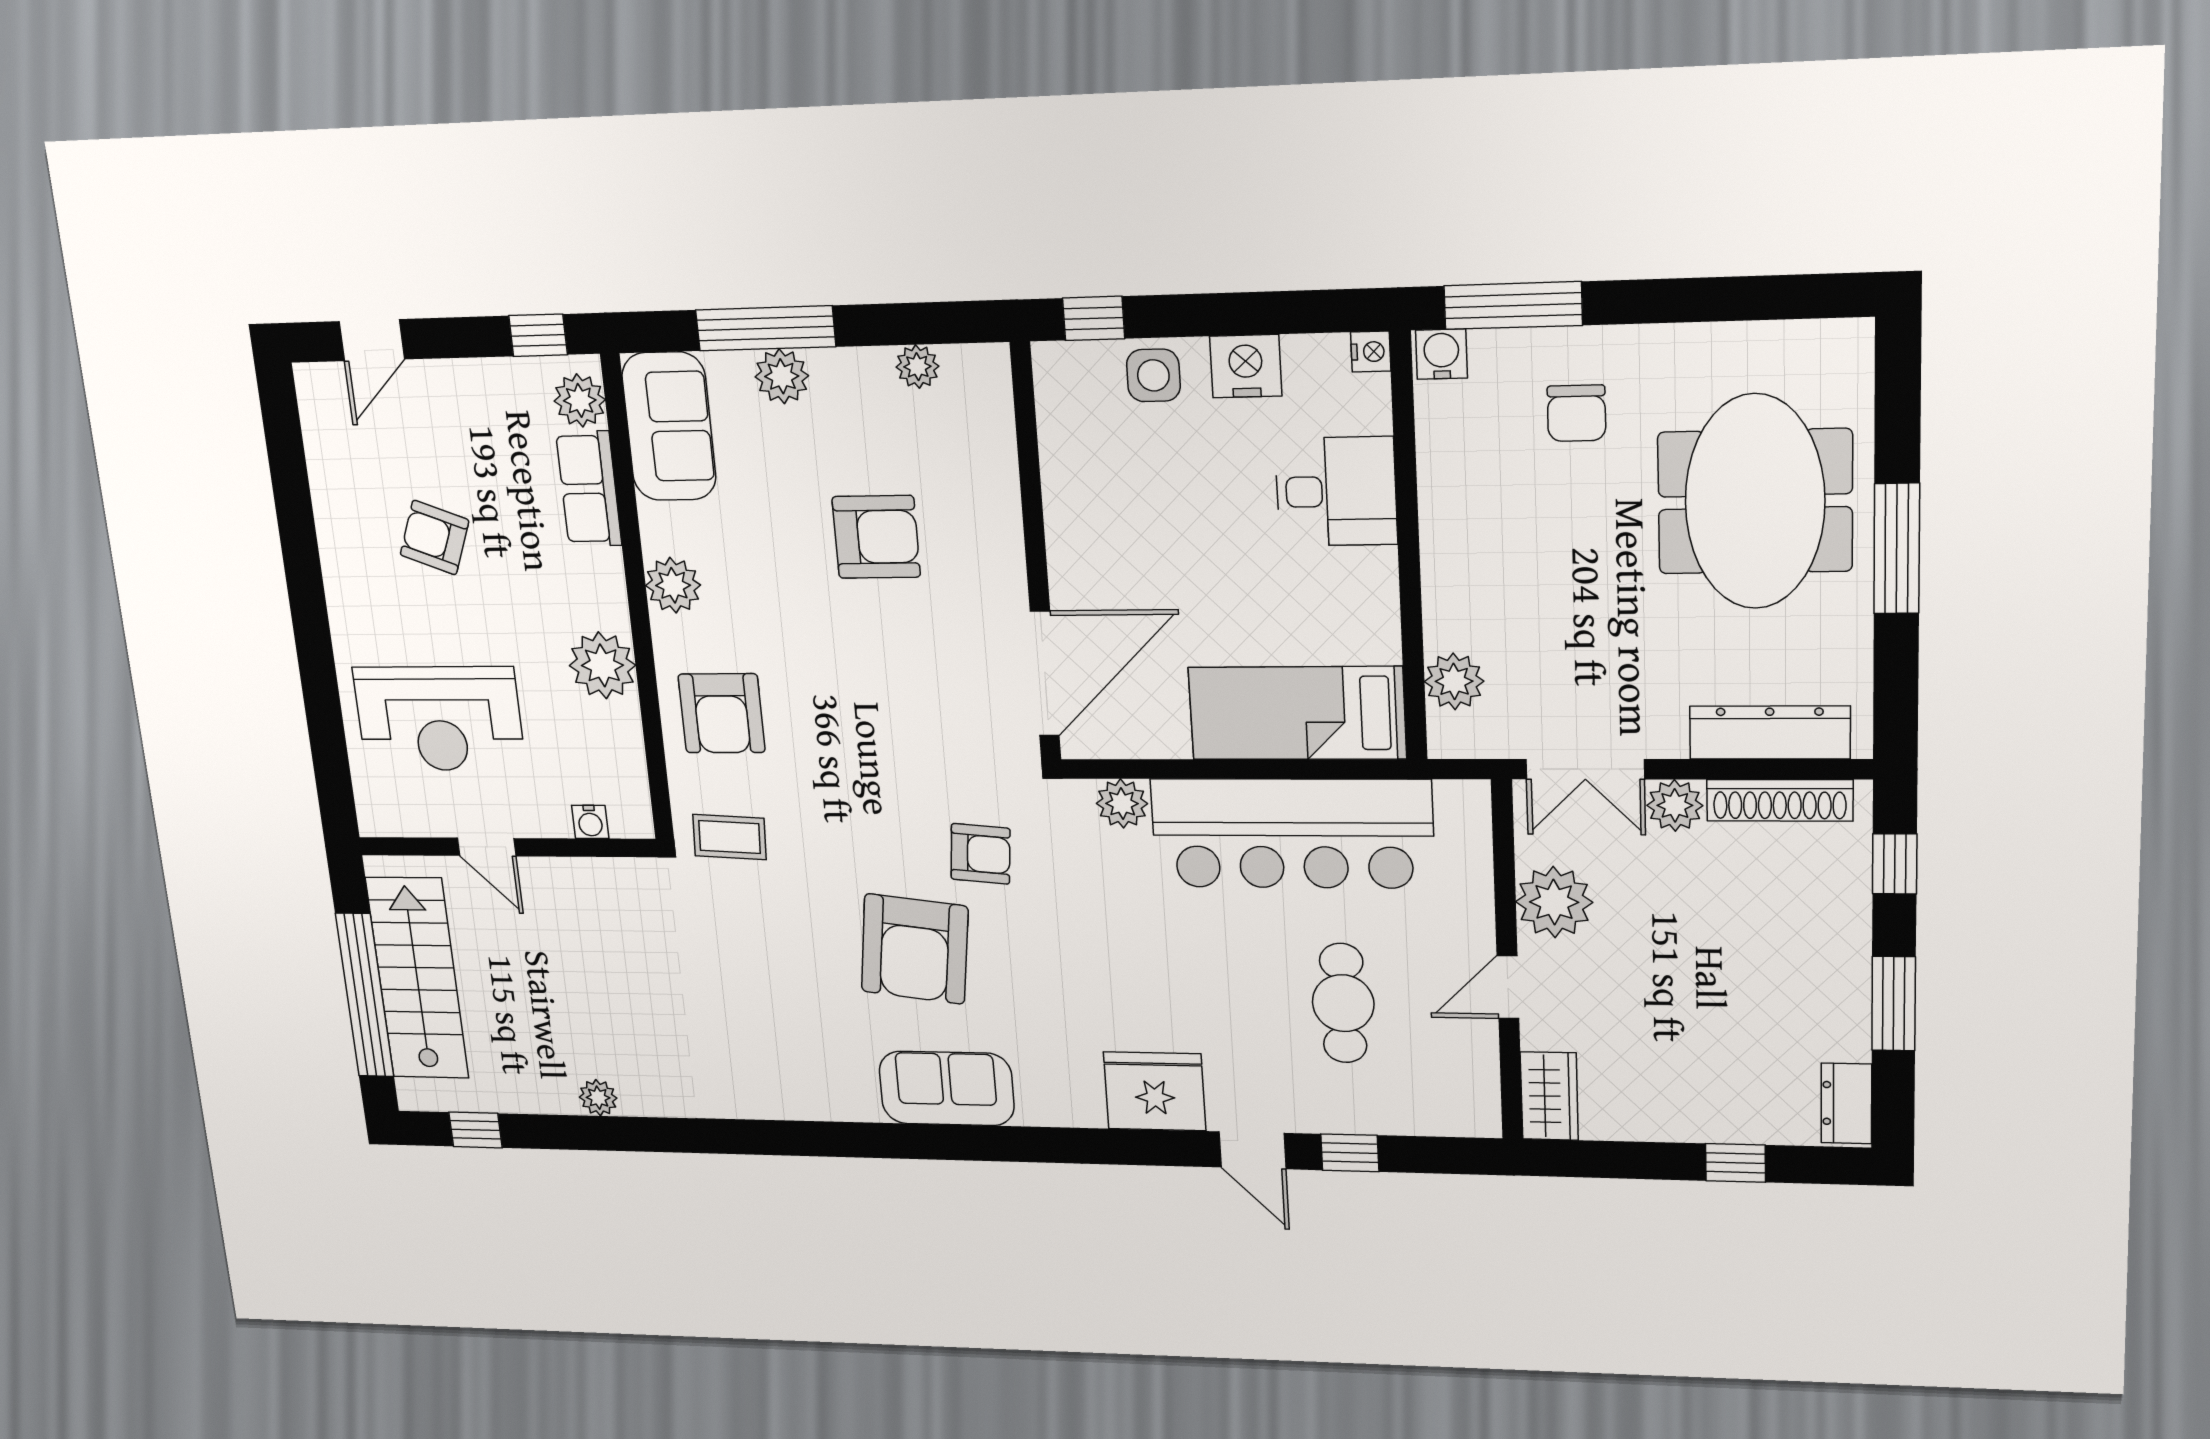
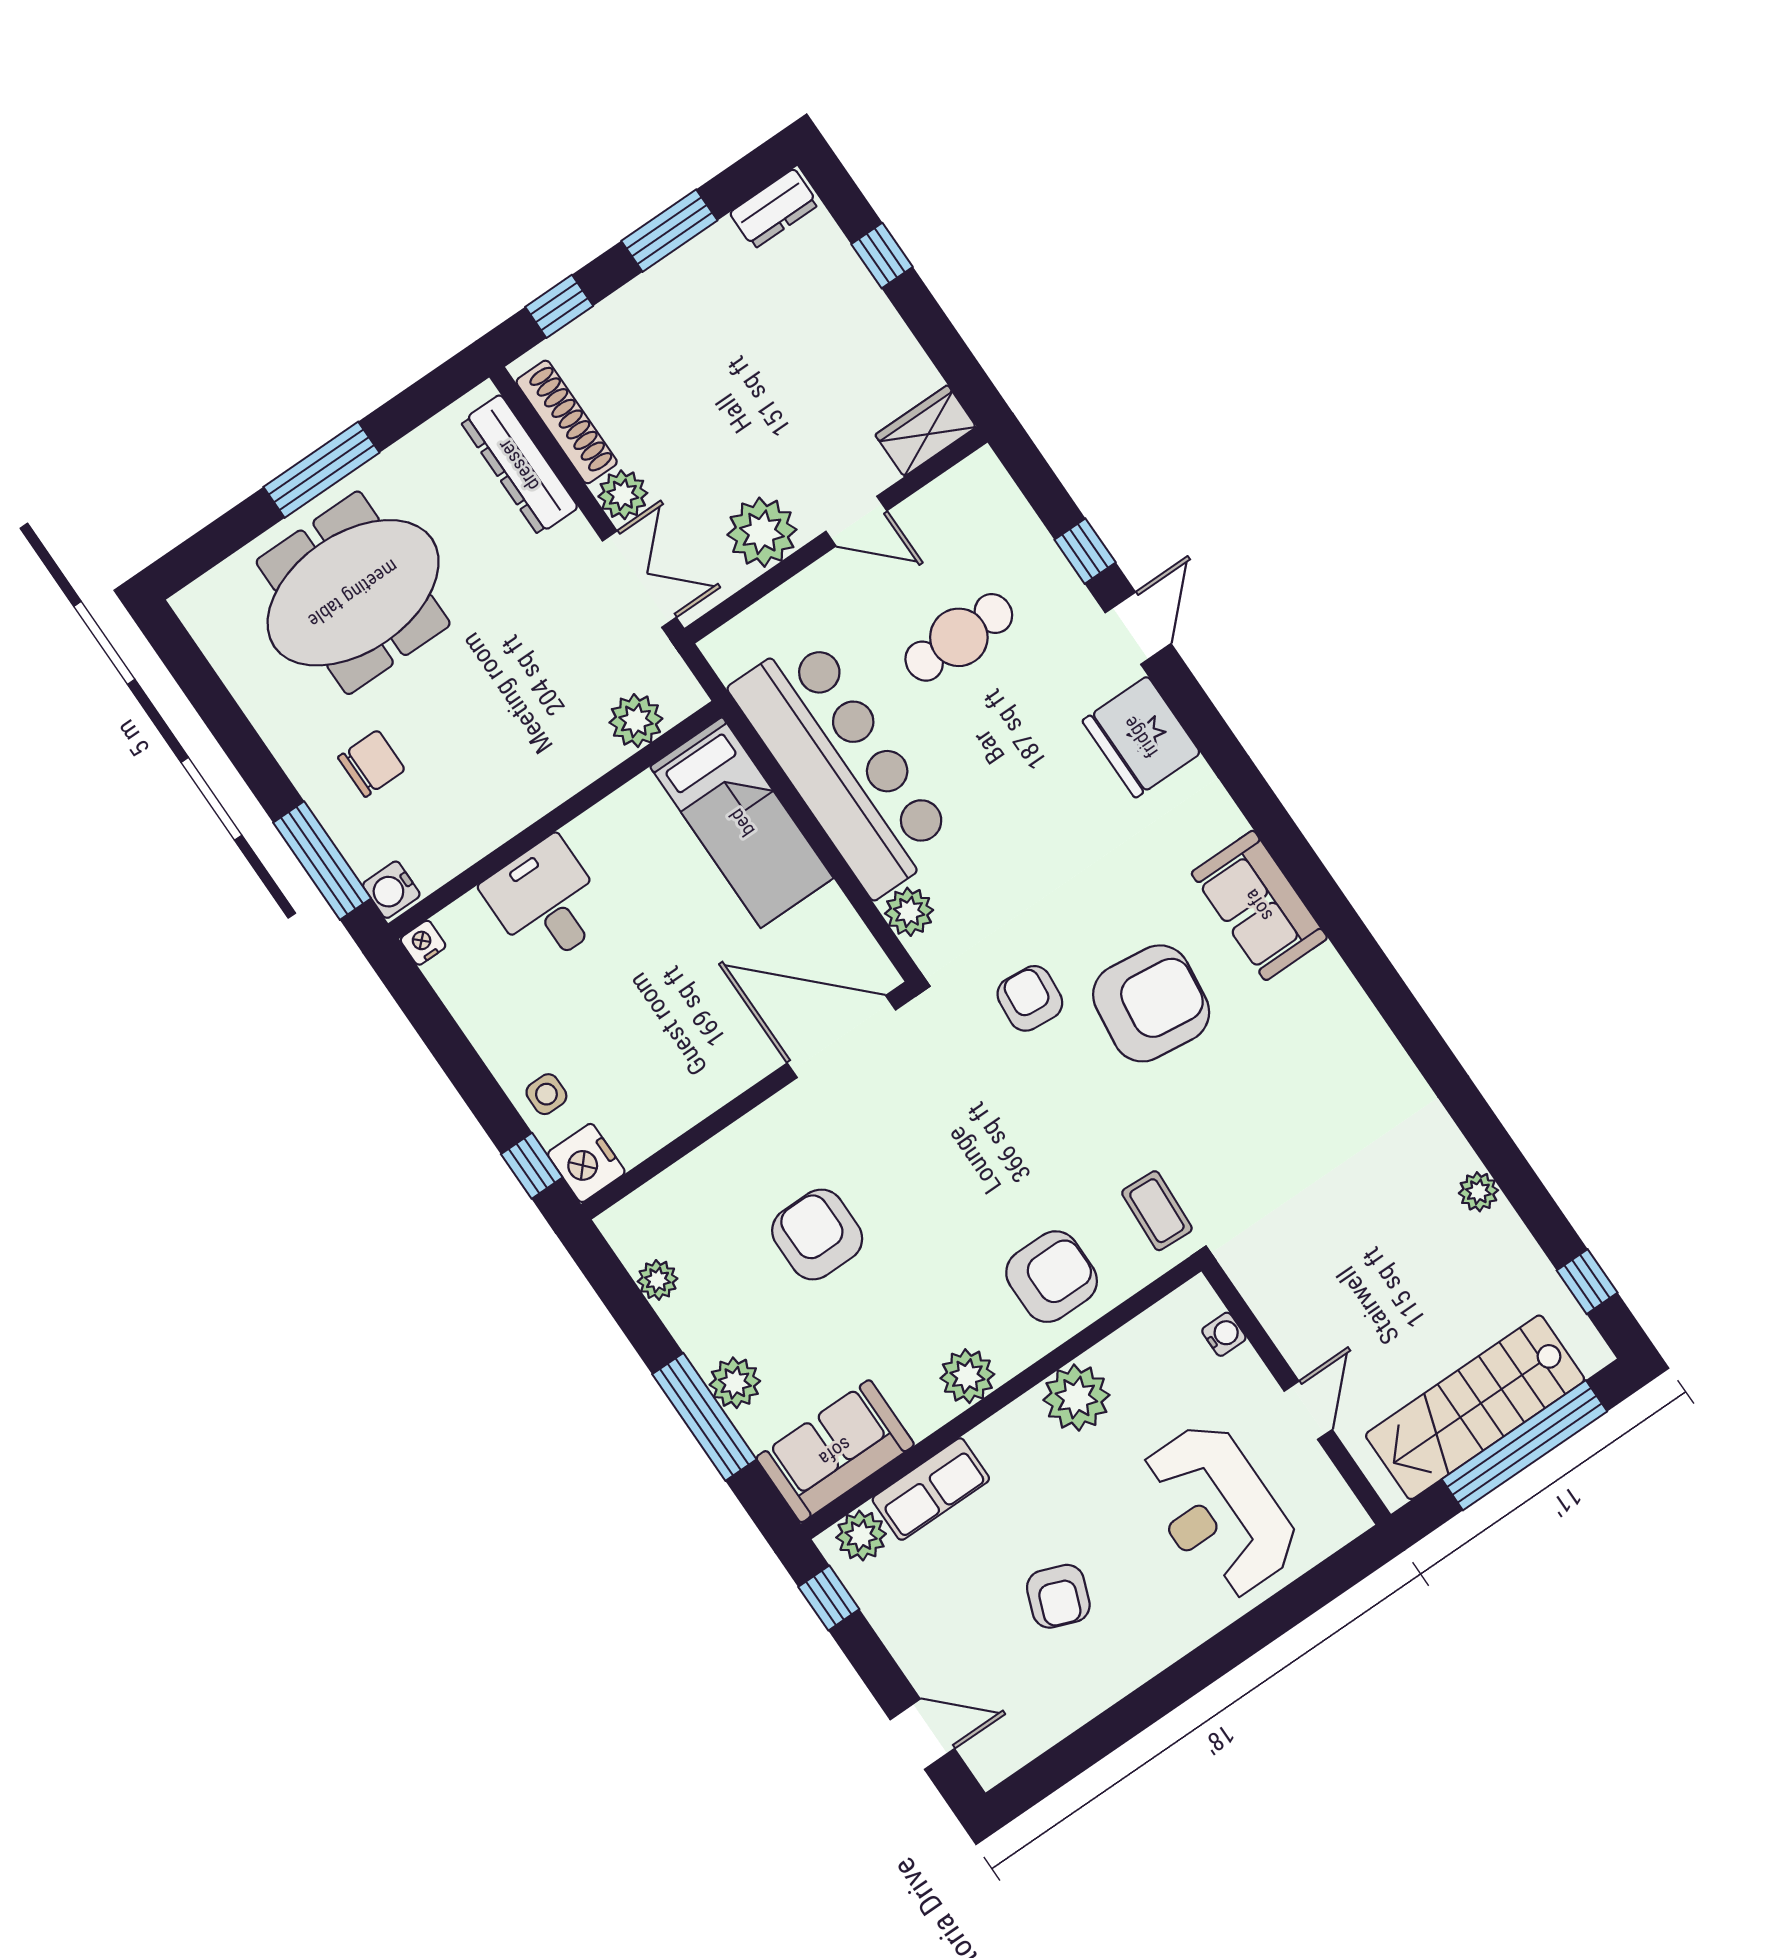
nightstand: (1246, 366) -> (586, 1163), moved
side table: (1153, 375) -> (546, 1094), width x0.73, depth x0.73
reception desk: (439, 719) -> (1218, 1511), turned 180

